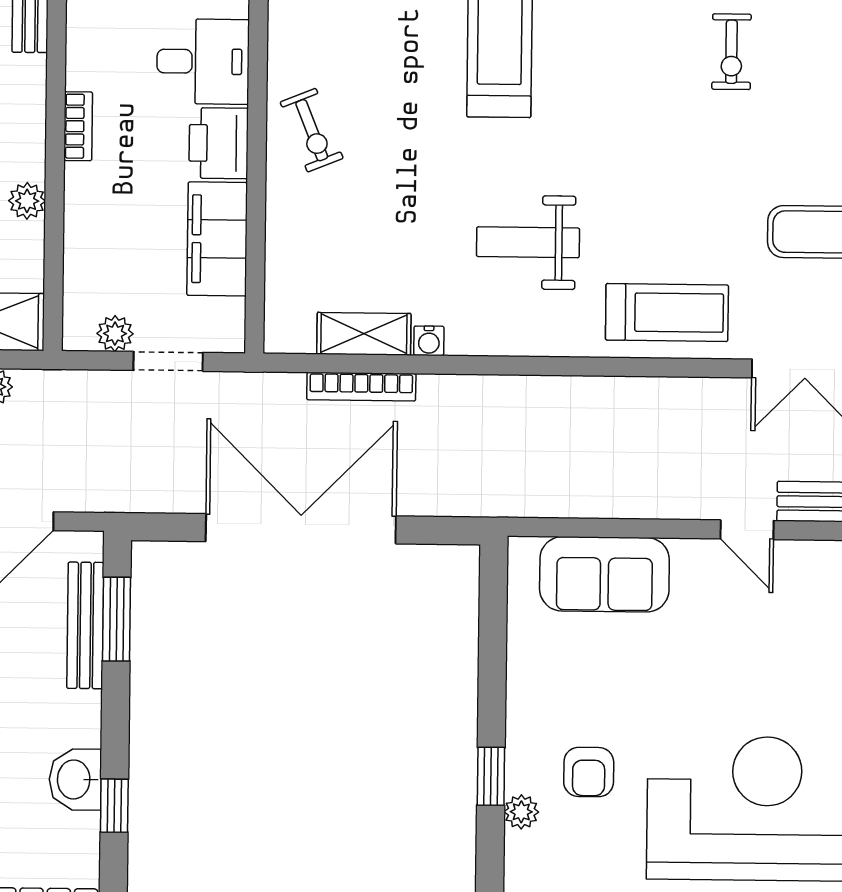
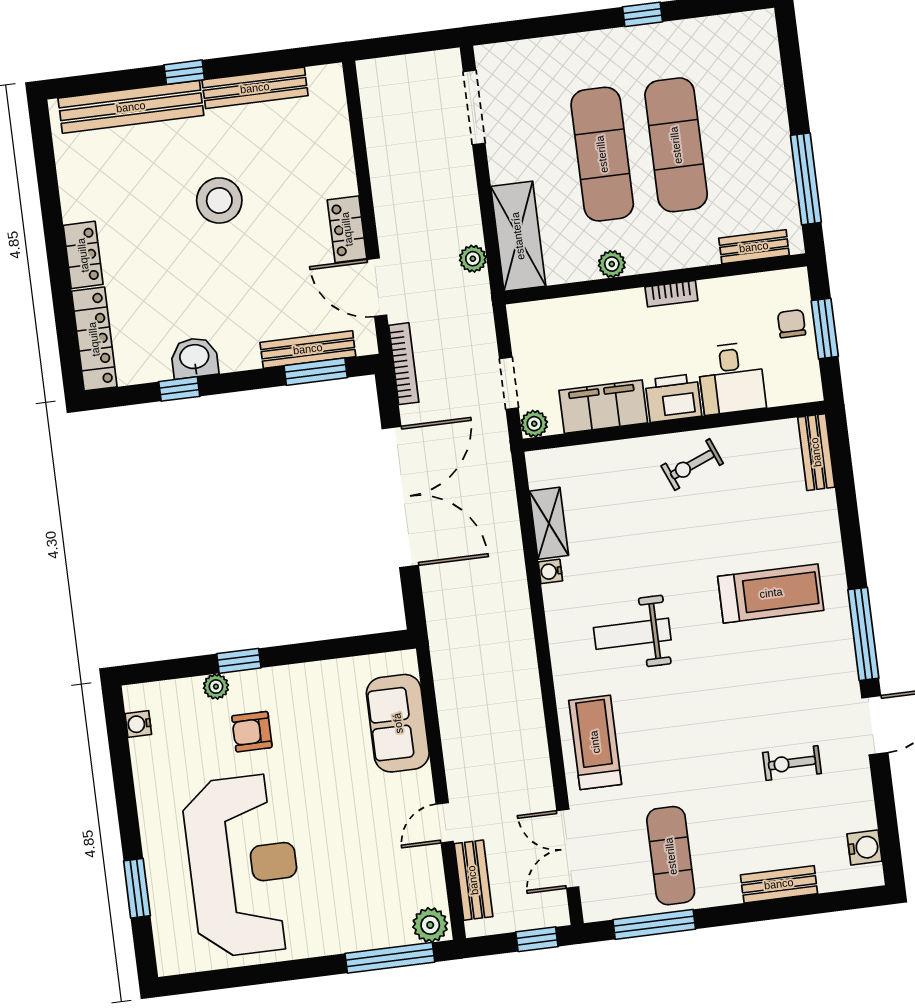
weight bench: (528, 242) -> (632, 634), turned -90
treadmill: (667, 312) -> (595, 742), turned 180
plant: (115, 334) -> (534, 424), moved
bookcase: (361, 387) -> (404, 364), moved, turned 180

